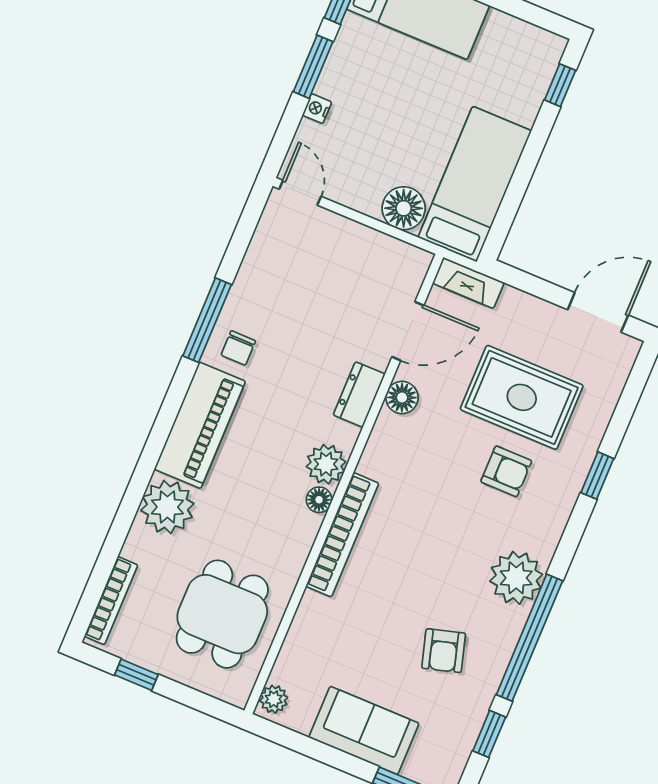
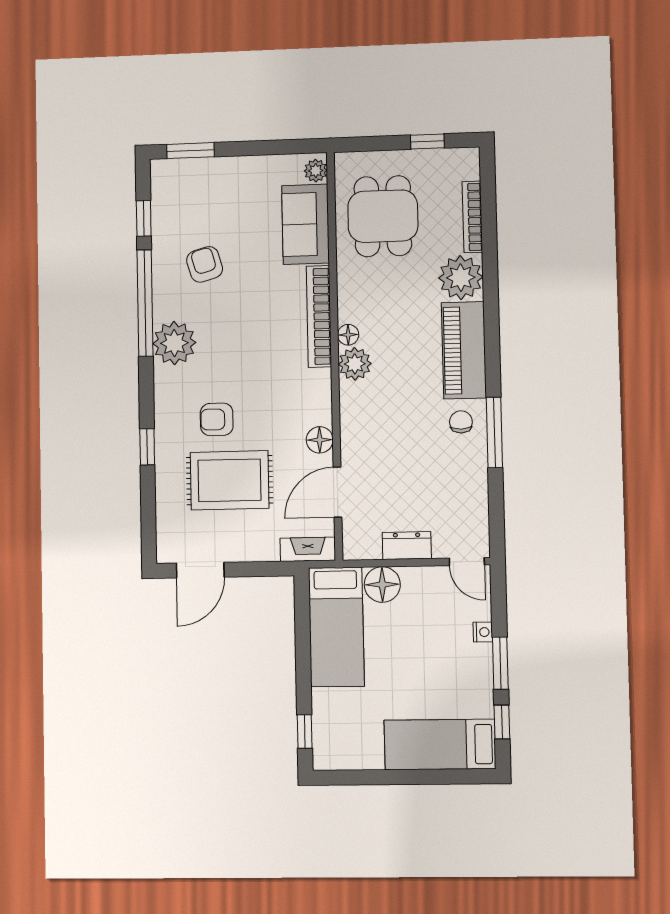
dresser: (359, 395) -> (407, 546), moved, turned -90
bookcase: (111, 601) -> (472, 217), moved
sofa: (364, 730) -> (305, 224), moved, turned 90

